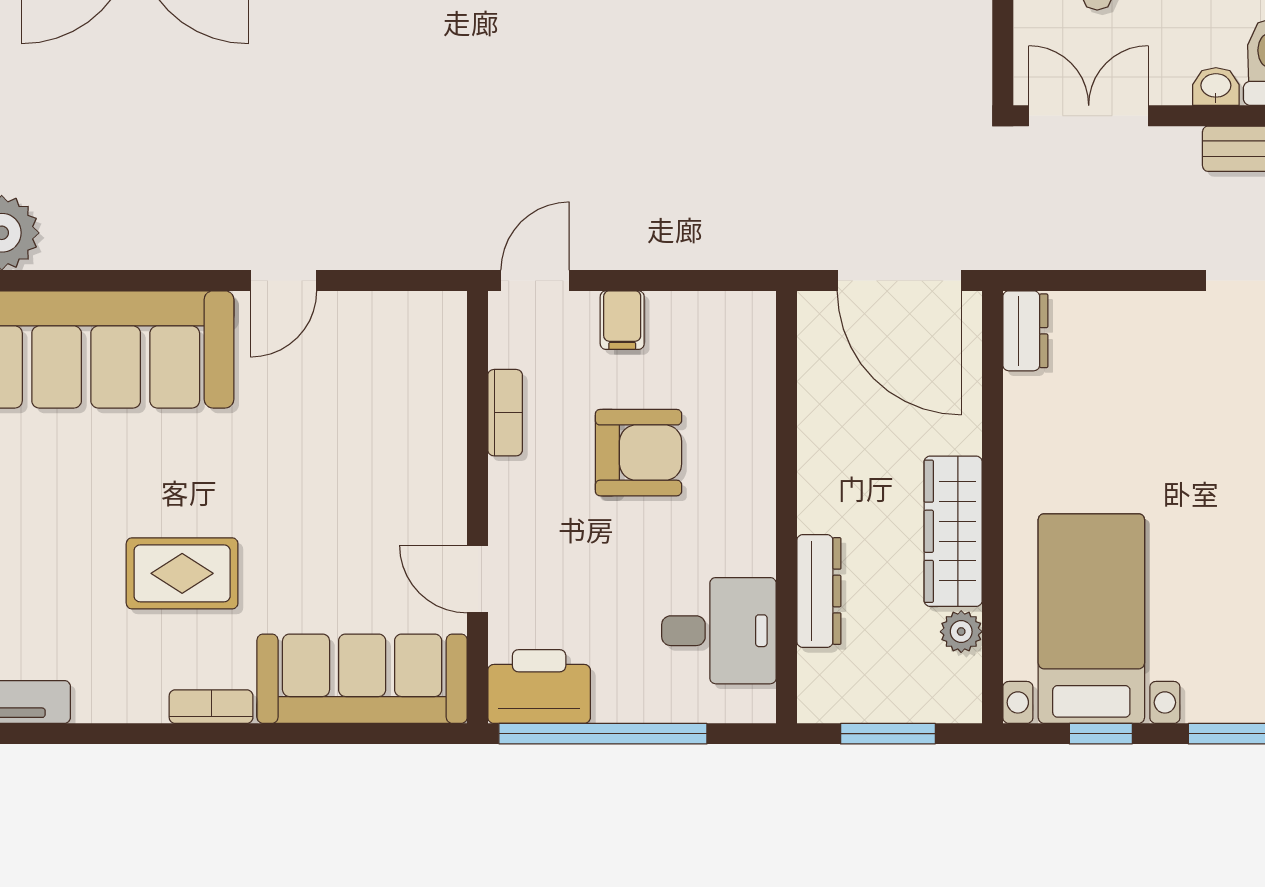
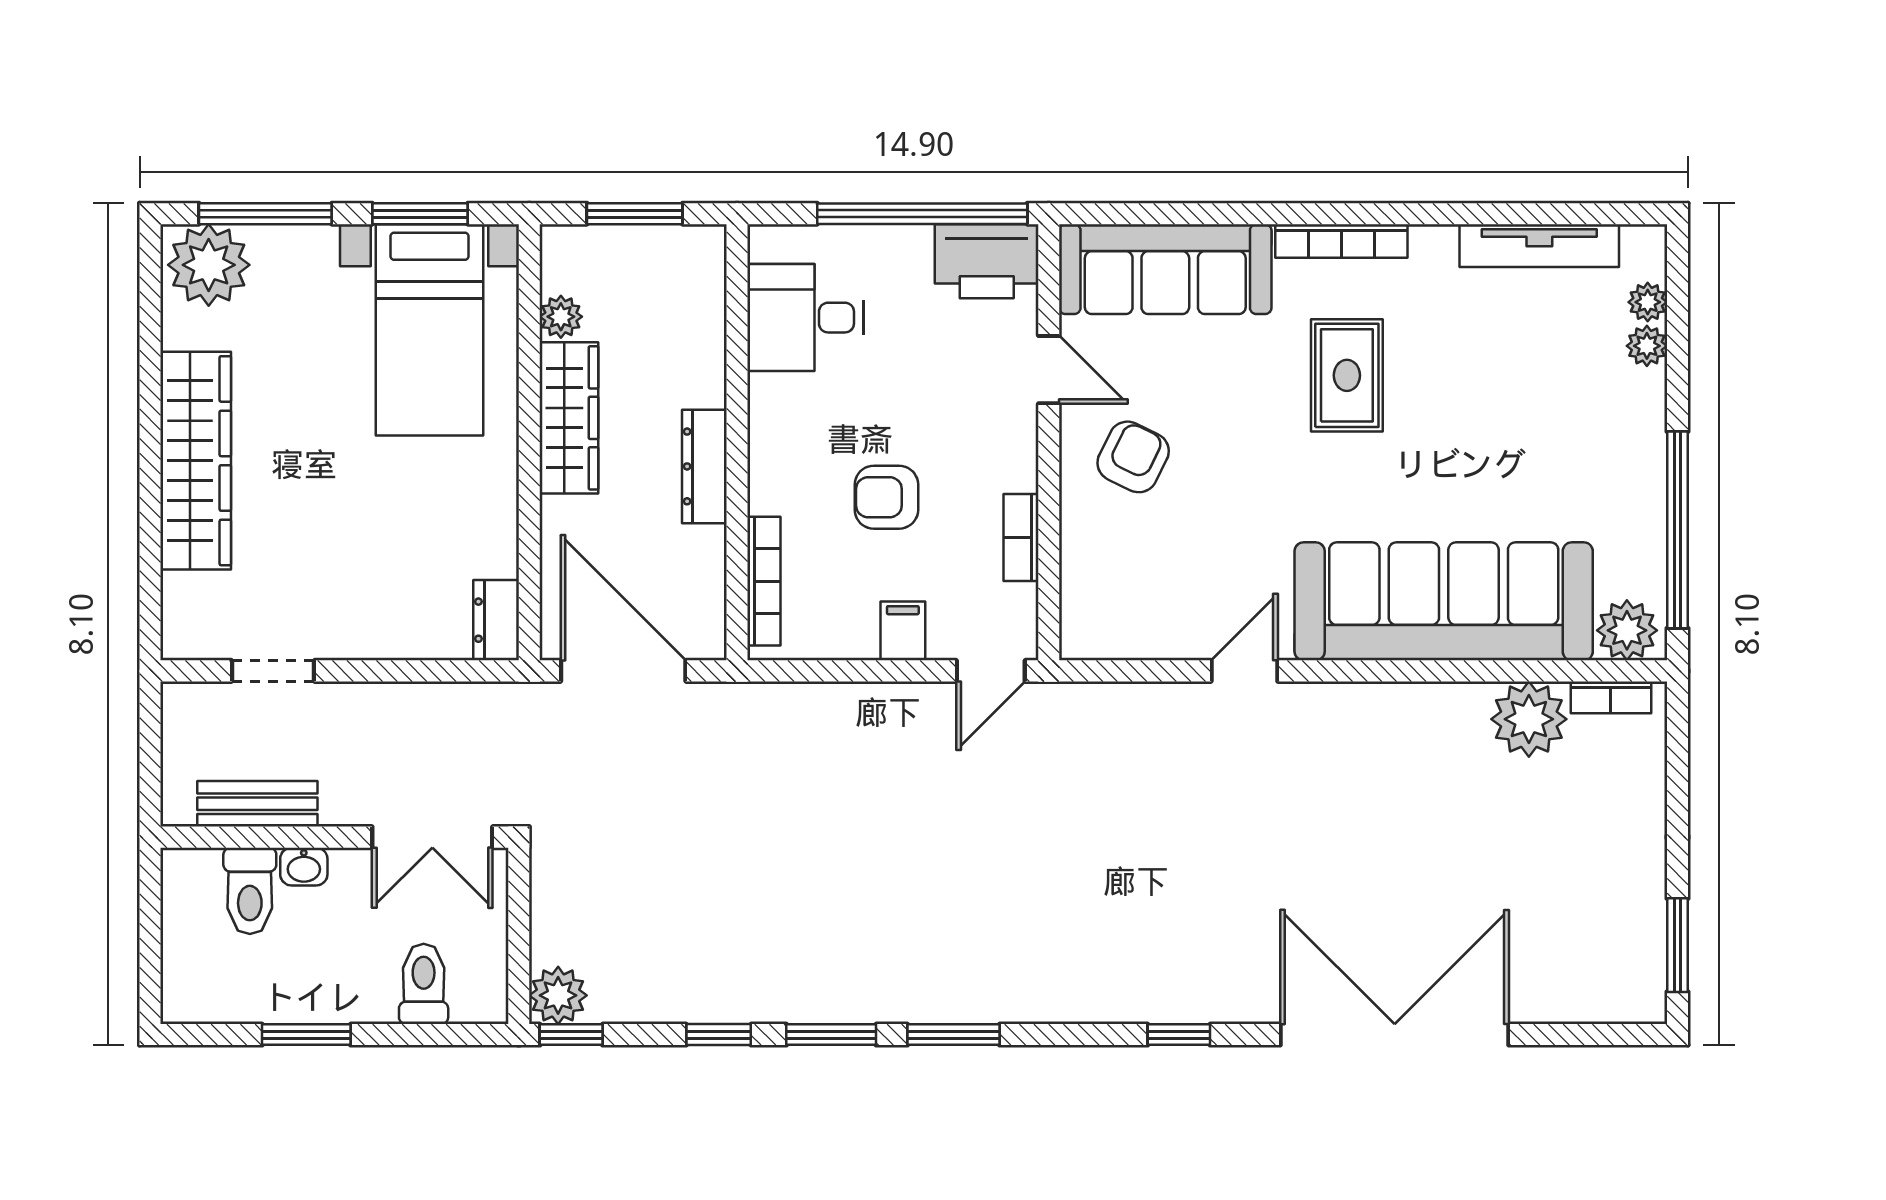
bookcase: (760, 369) -> (764, 581), added
armchair: (638, 453) -> (886, 497), width x0.72, depth x0.72
armchair: (394, 493) -> (1133, 457), added
rug: (182, 573) -> (1347, 375), turned 90
dresser: (819, 591) -> (704, 466), moved
bookcase: (211, 707) -> (1341, 241), width x1.56
window: (1101, 734) -> (420, 214), width x1.50

